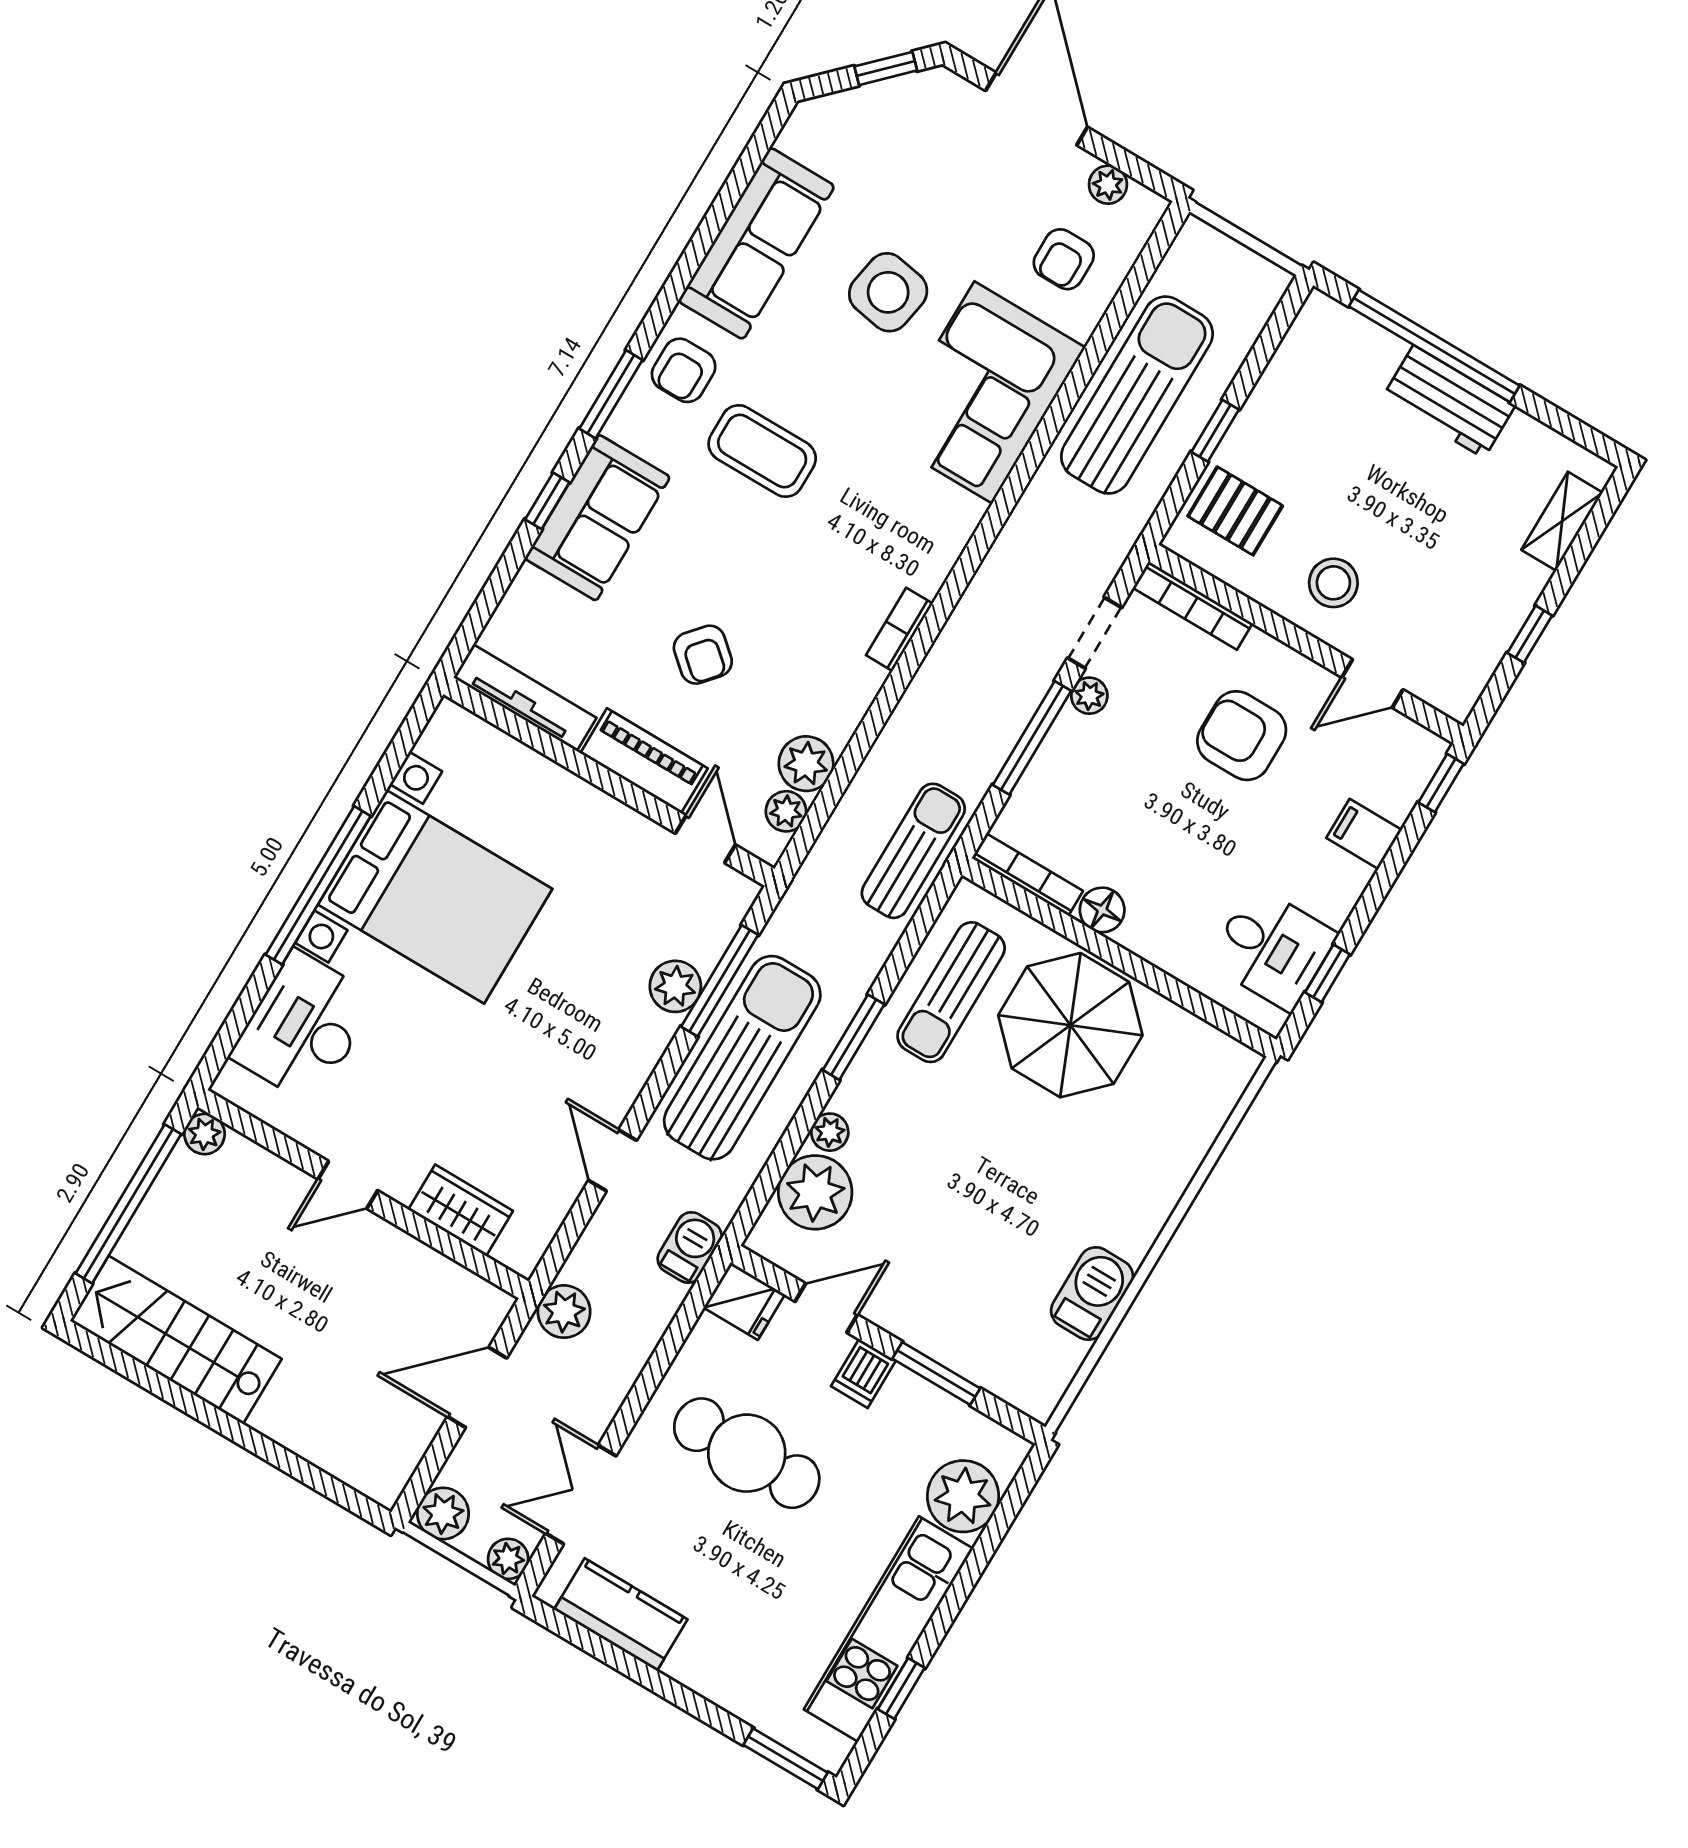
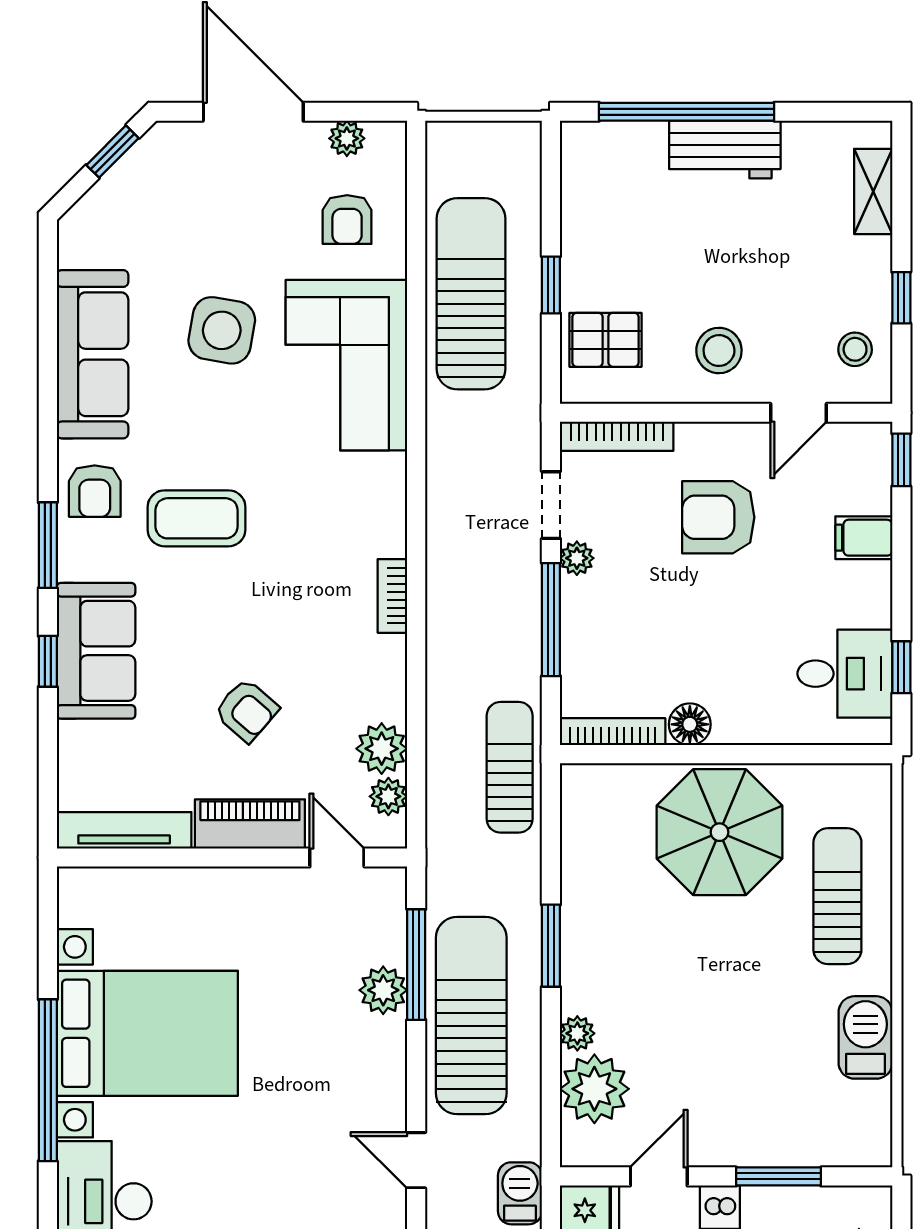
stool: (1459, 656) -> (855, 349), added
sun lounger: (951, 992) -> (837, 896), moved, turned 180

